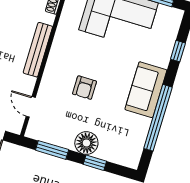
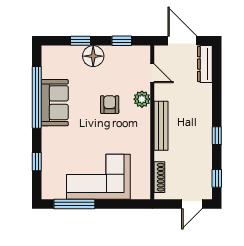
plant: (49, 83) -> (142, 99), added
sofa: (146, 90) -> (55, 103), moved
window: (52, 150) -> (122, 41), width x0.67

